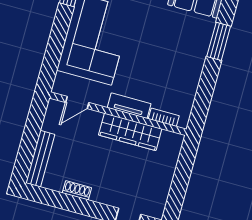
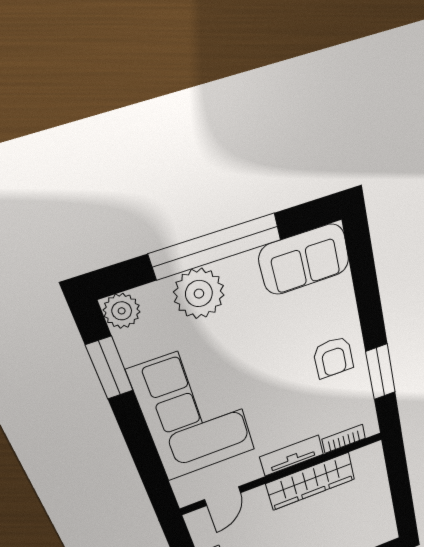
window: (219, 41) -> (381, 372), moved
armchair: (184, 61) -> (333, 357), added

